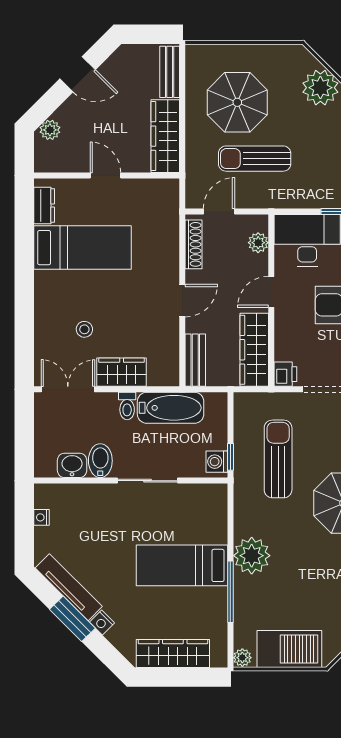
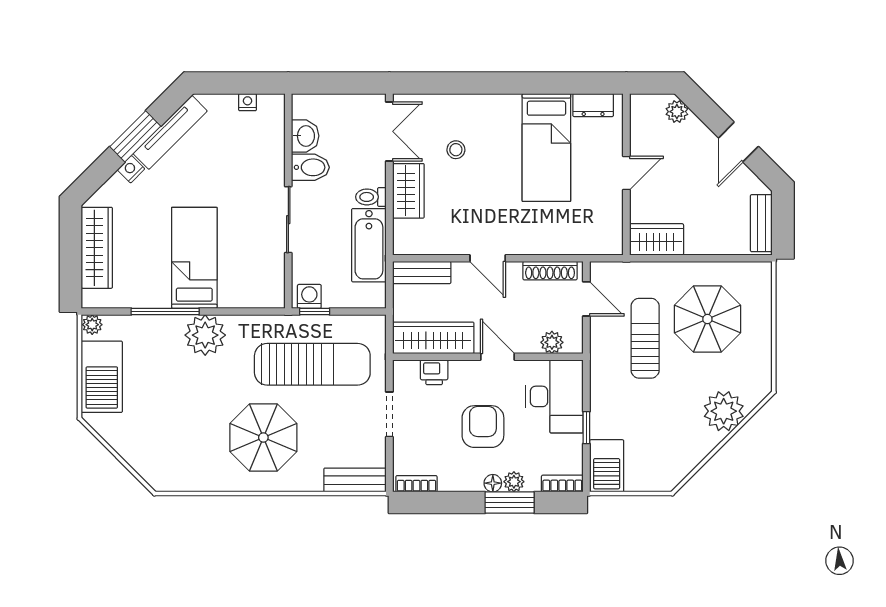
bench: (170, 72) -> (761, 223), moved, turned 90
wardrobe: (165, 136) -> (657, 239), width x0.67
printer: (285, 374) -> (434, 372), moved
sun lounger: (278, 459) -> (312, 364), width x1.36, depth x1.34

